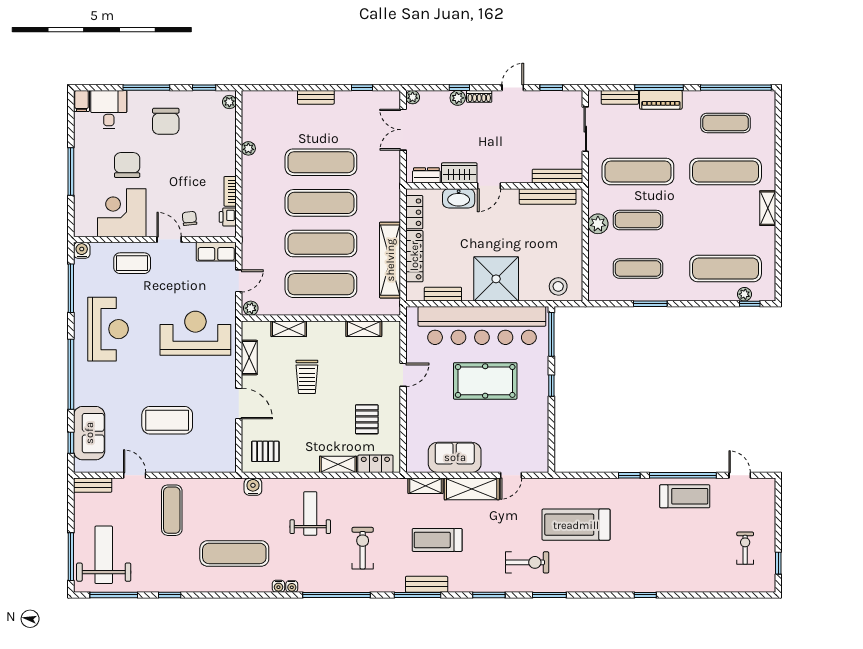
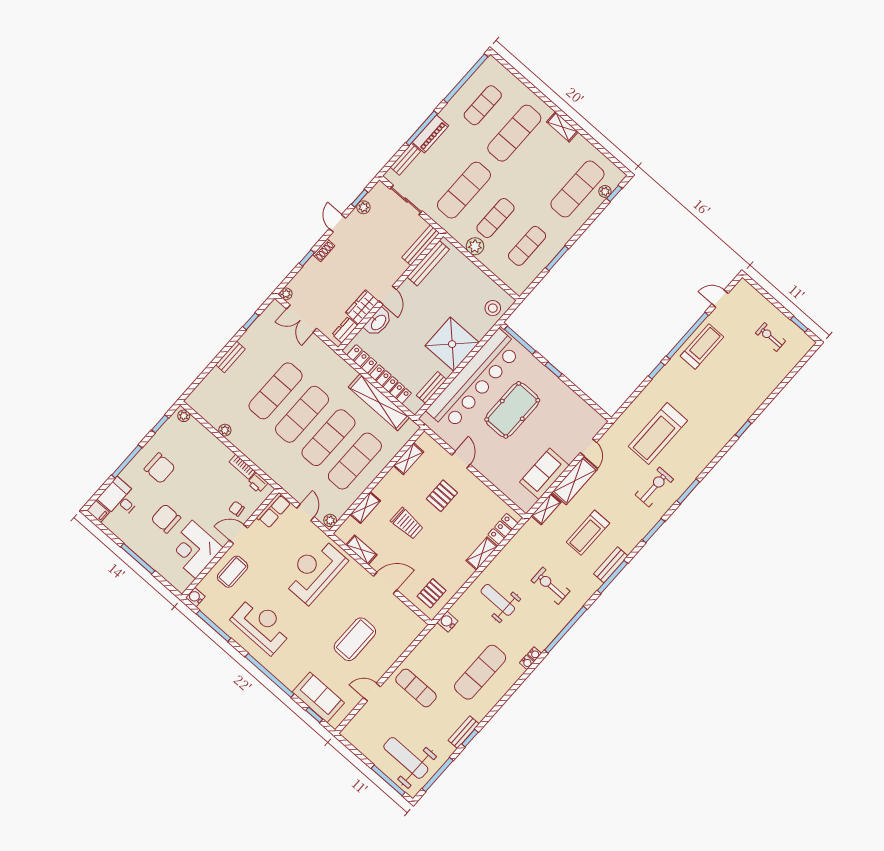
plant: (458, 98) -> (363, 207), moved
pallet: (367, 419) -> (442, 496), moved, turned 90
bench: (93, 485) -> (464, 732), moved

